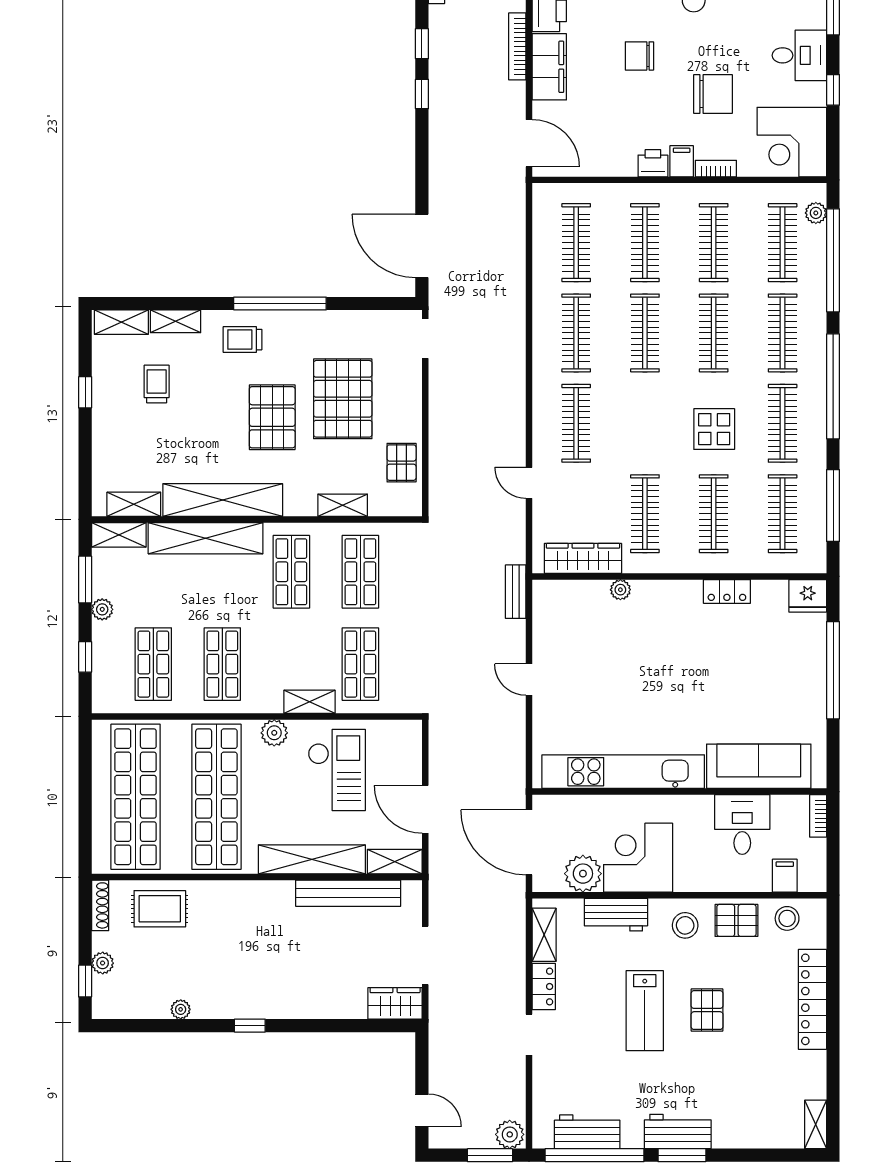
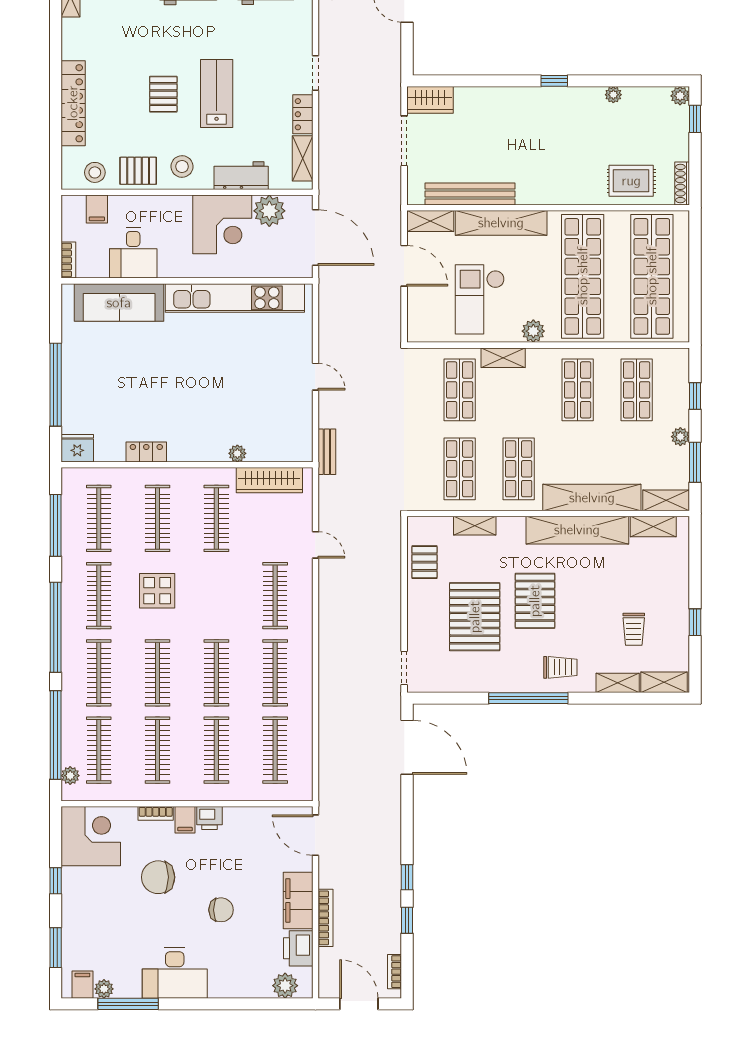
desk: (799, 55) -> (84, 910), removed
plant: (103, 963) -> (680, 96), moved

